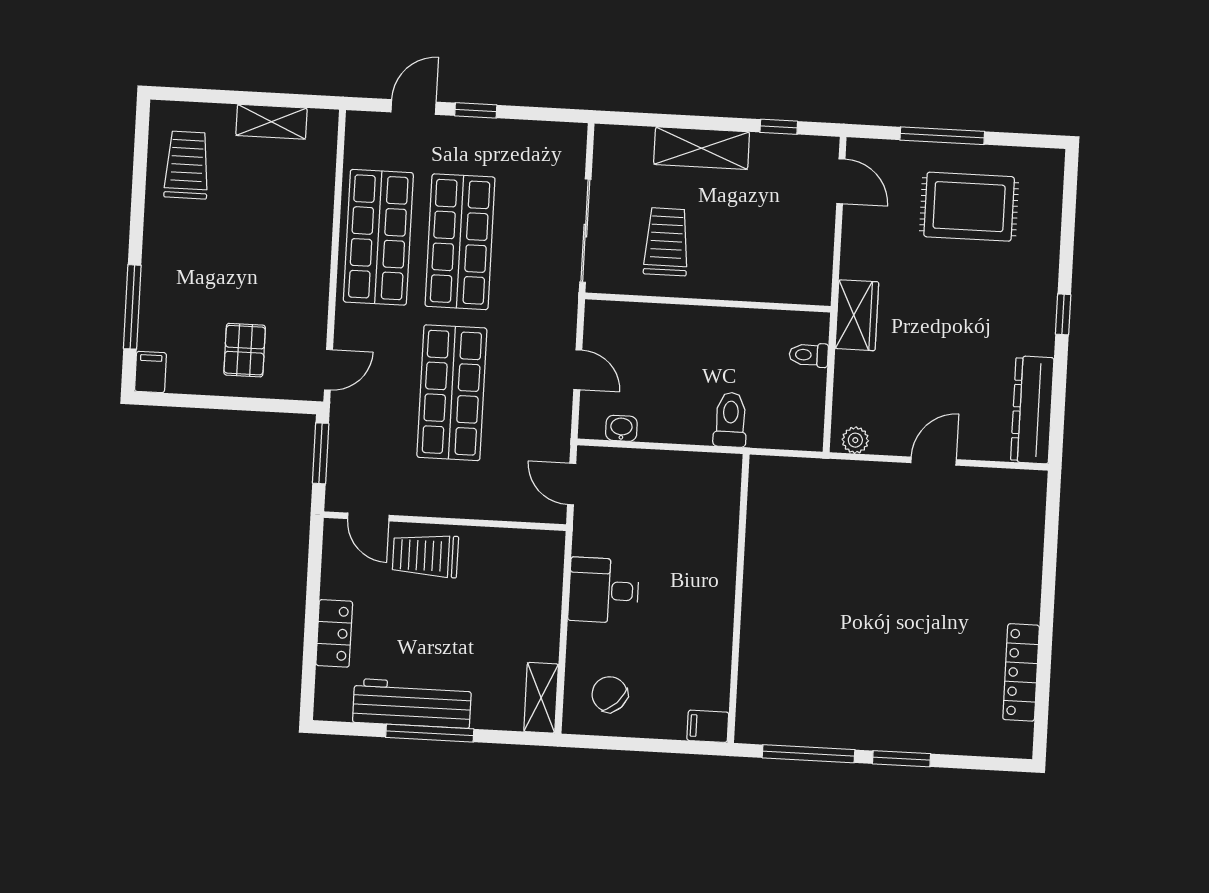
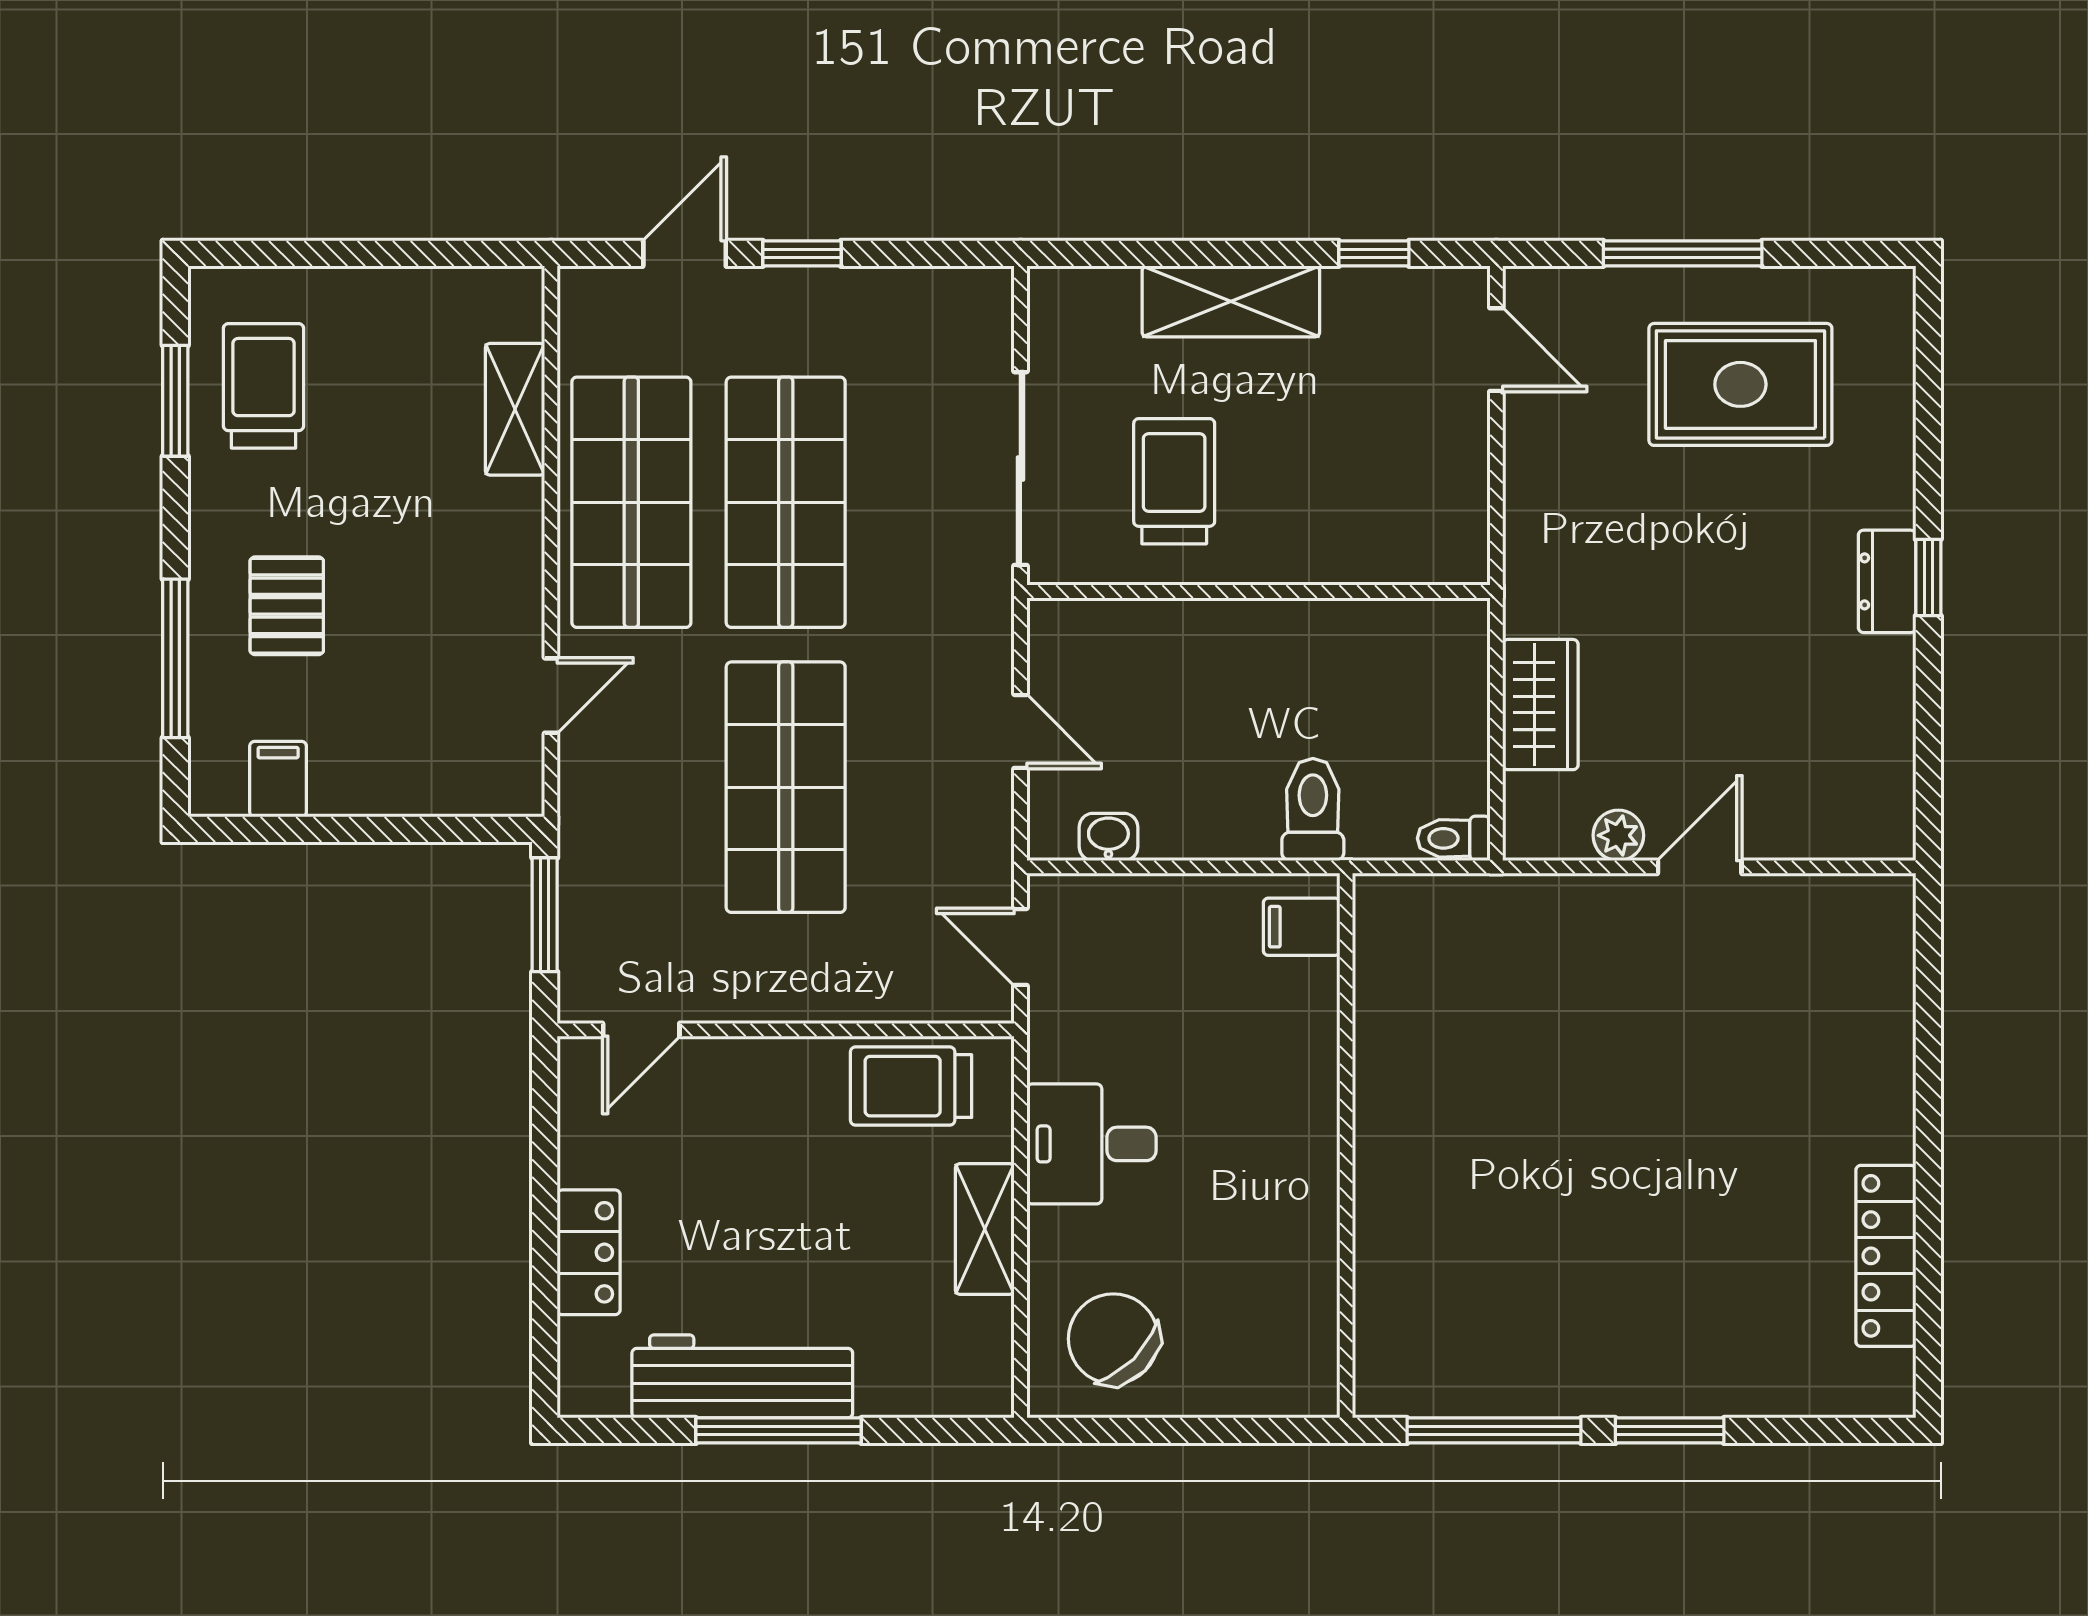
shelving: (271, 122) -> (515, 409), moved, turned 90
window: (140, 170) -> (175, 401), added
wardrobe: (857, 315) -> (1540, 705), moved
pallet: (245, 350) -> (287, 606), moved
toilet: (809, 355) -> (1454, 838), moved
door: (328, 370) -> (551, 696), moved
filing cabinet: (150, 372) -> (278, 779), moved
dresser: (1032, 410) -> (1887, 581), moved, width x0.51, depth x0.80
plant: (855, 440) -> (1618, 835), moved
door: (368, 517) -> (641, 1030), hinge flipped
trolley: (425, 556) -> (911, 1086), moved
chair: (610, 694) -> (1113, 1339), width x1.37, depth x1.37
shelving: (541, 698) -> (985, 1229), moved
filing cabinet: (708, 726) -> (1302, 927), moved

